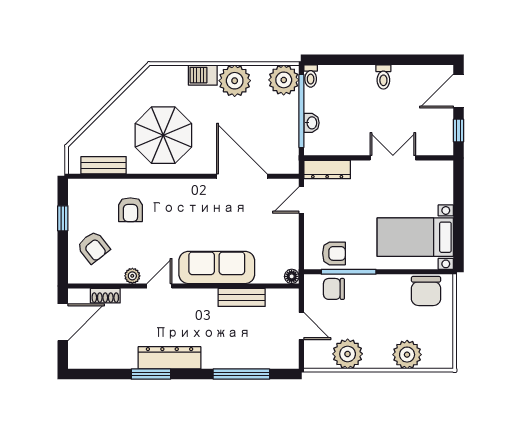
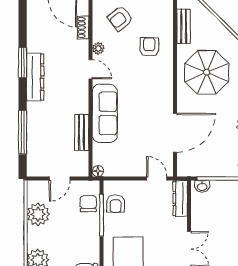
washbasin: (311, 123) -> (202, 186), moved
armchair: (130, 210) -> (149, 47), turned 90

